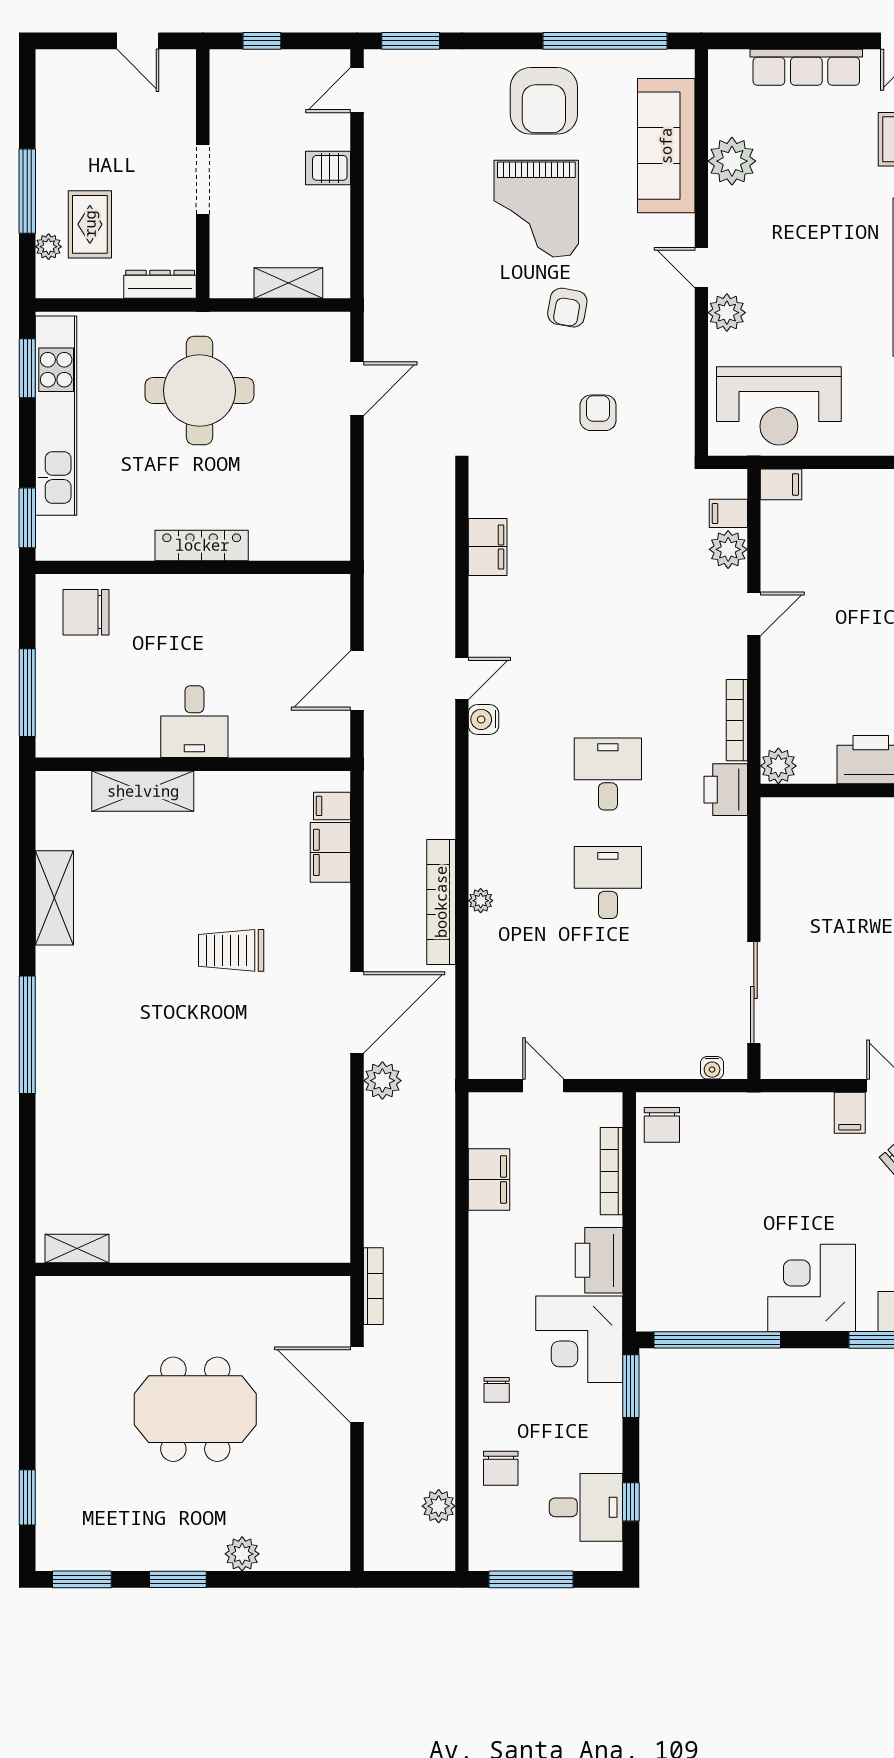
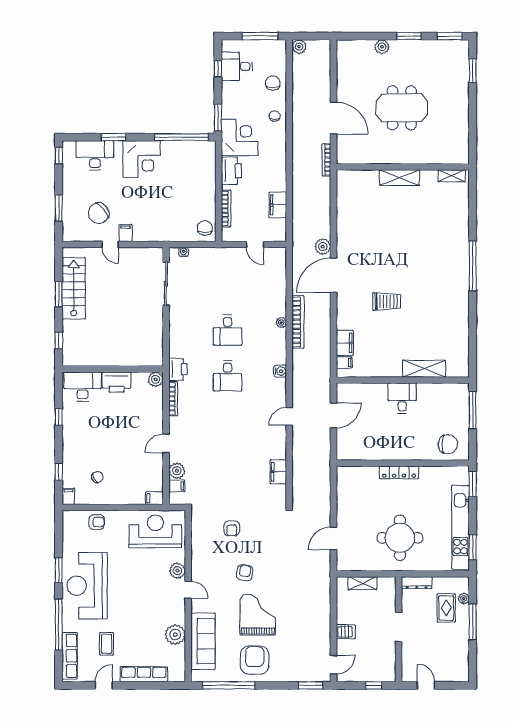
water cooler: (484, 719) -> (280, 371), moved
shelving: (54, 898) -> (400, 178), moved, turned 90
plant: (439, 1506) -> (299, 47), moved

